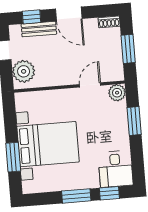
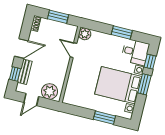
window: (134, 121) -> (122, 32), moved
bed with nightstands: (48, 144) -> (118, 85), moved, turned -90

